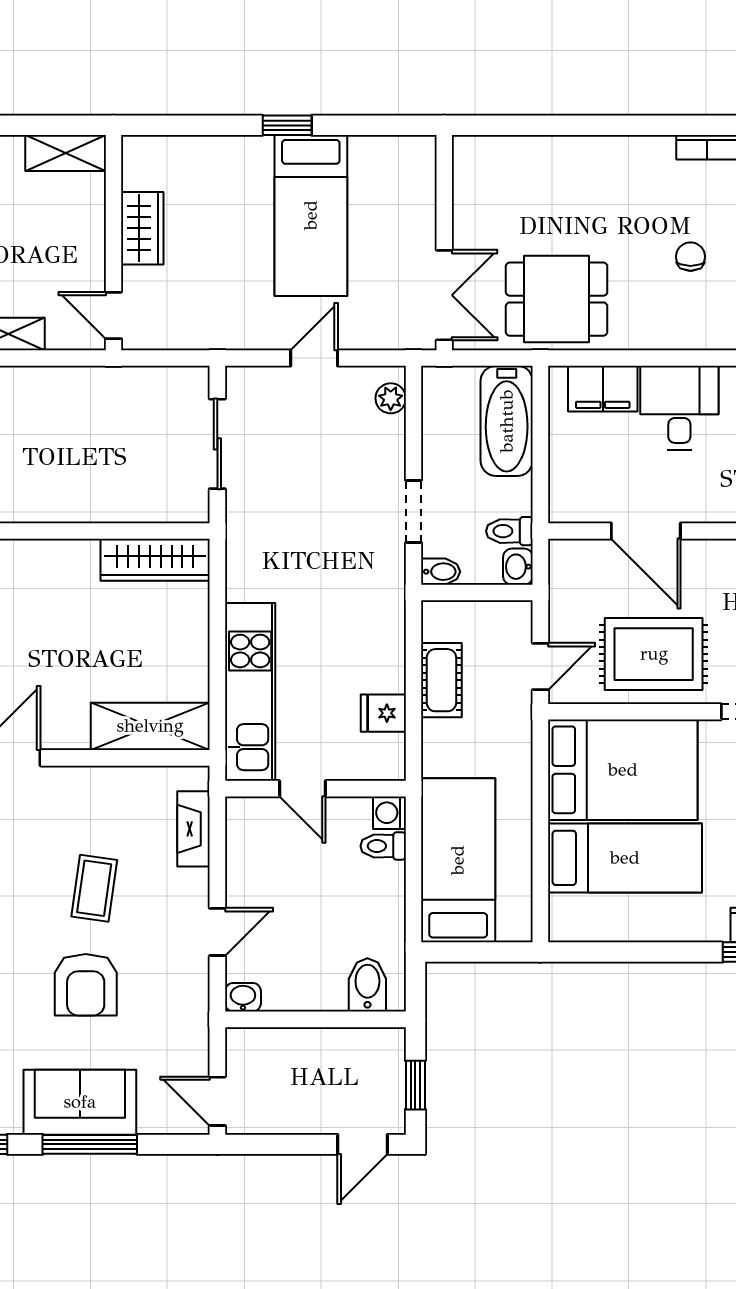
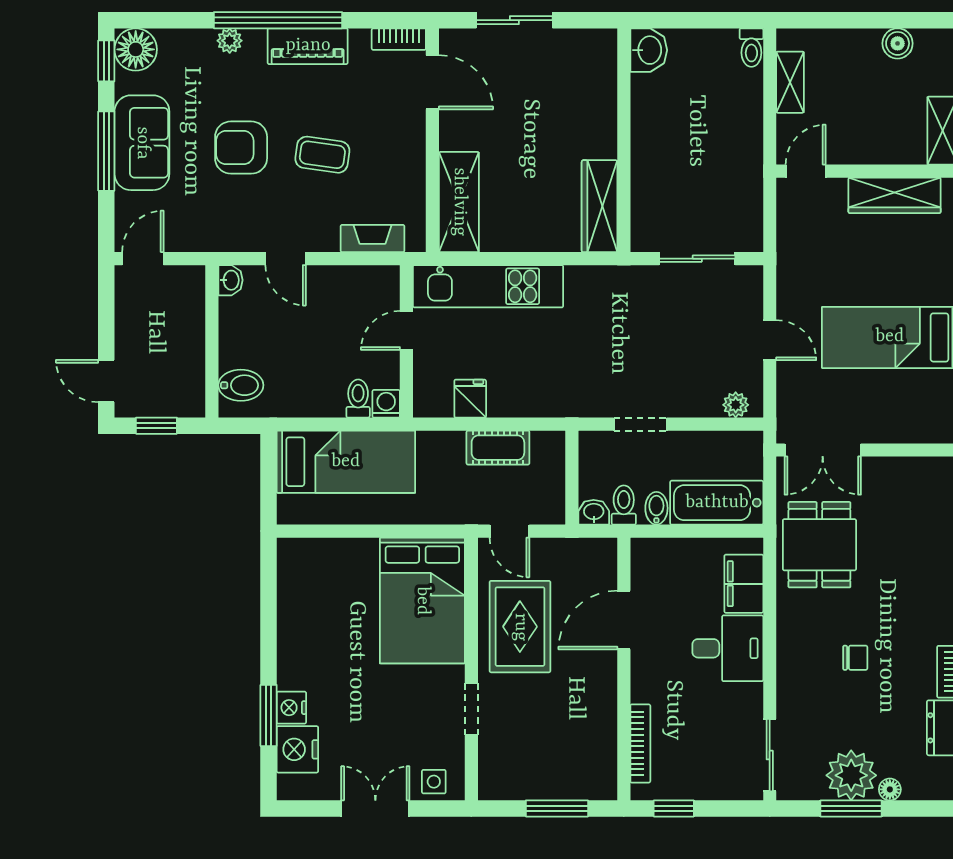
wardrobe: (142, 228) -> (895, 195), width x1.50
bidet: (441, 572) -> (656, 508), moved, turned 180
bed: (625, 858) -> (348, 602), removed

